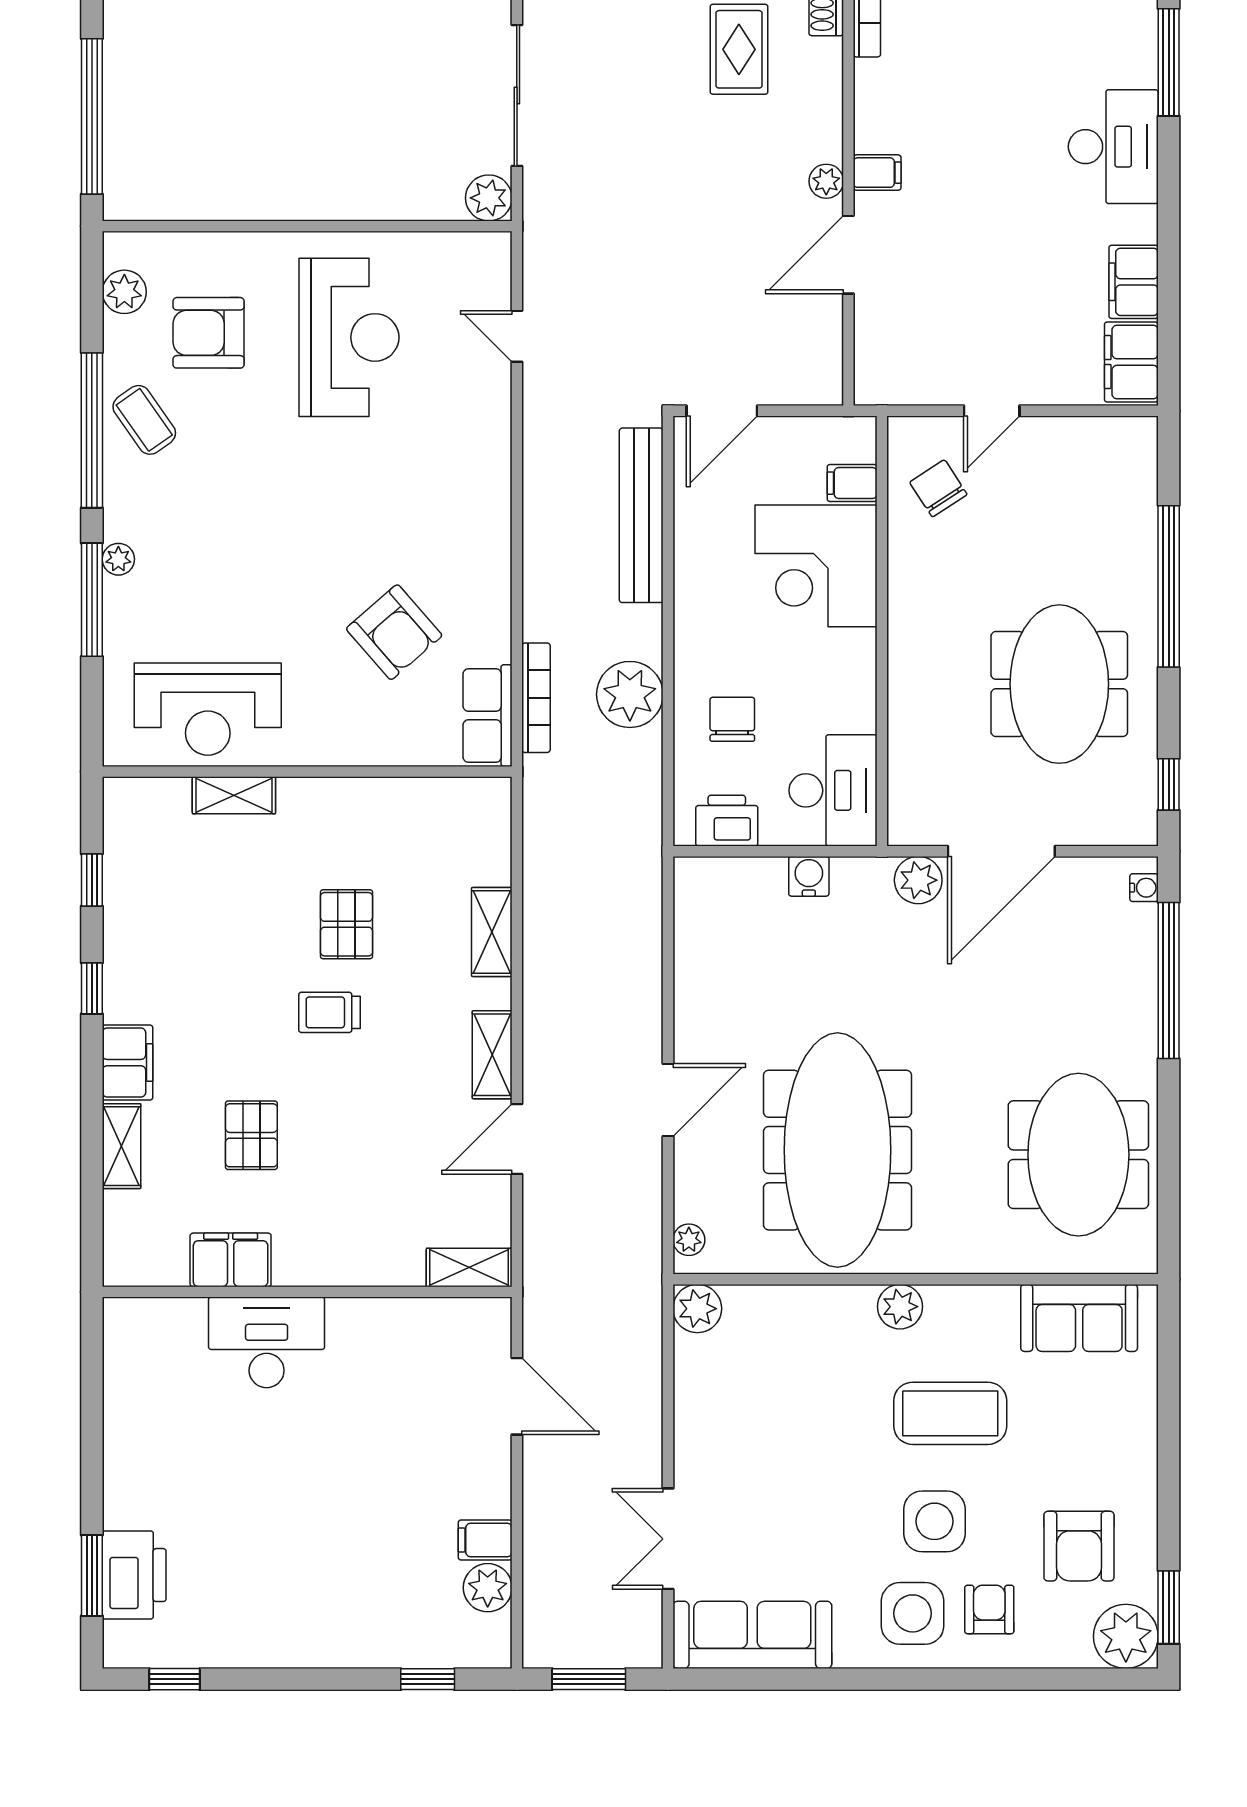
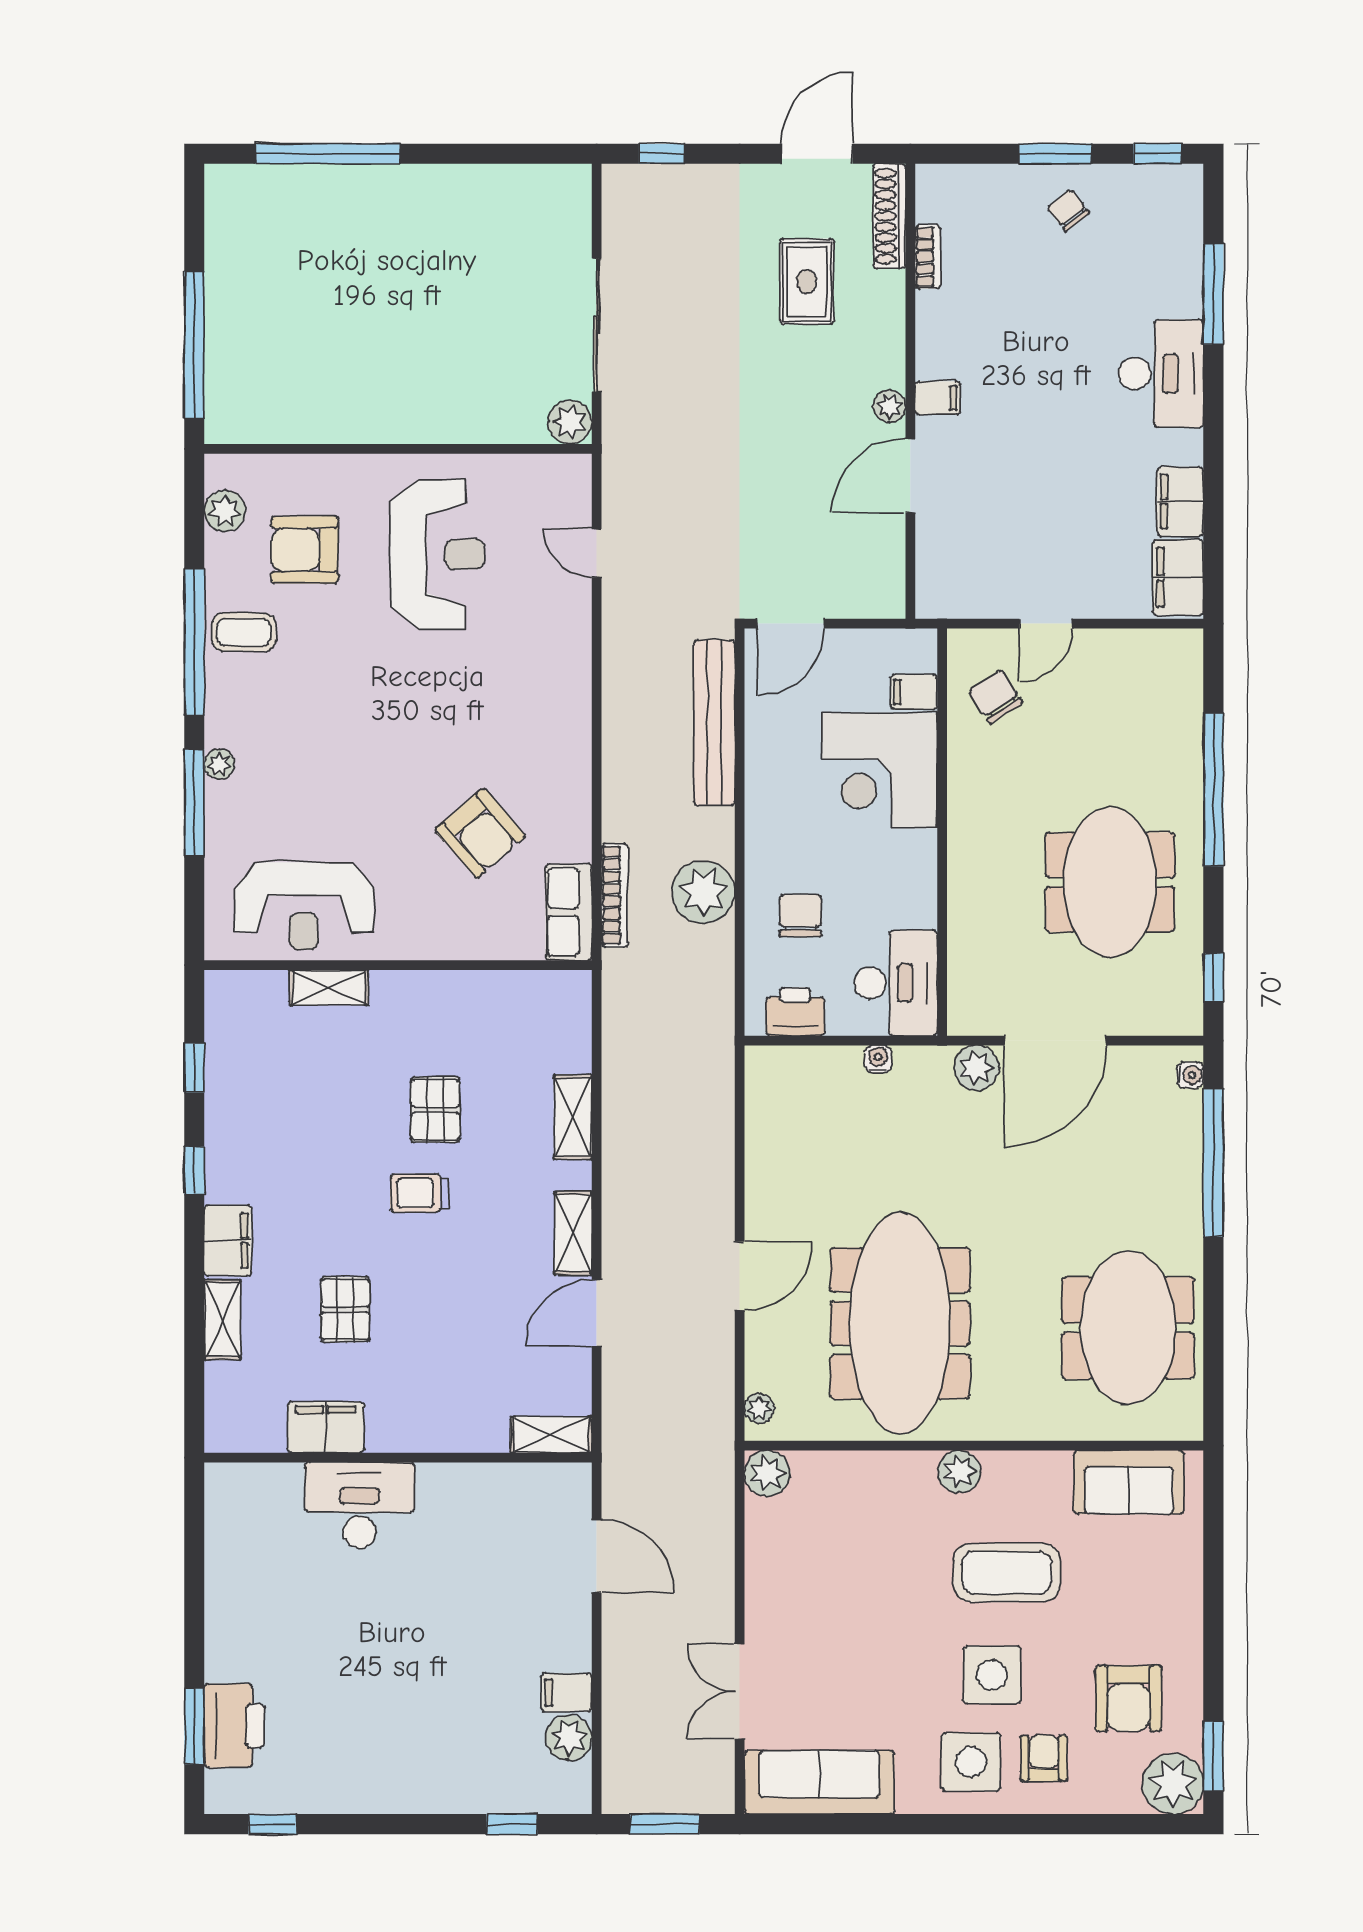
coffee table: (144, 420) -> (244, 632), turned -55
water cooler: (809, 876) -> (878, 1059), width x0.72, depth x0.72

